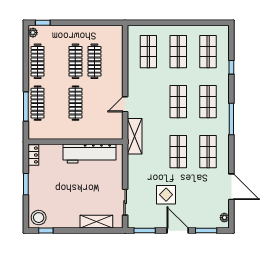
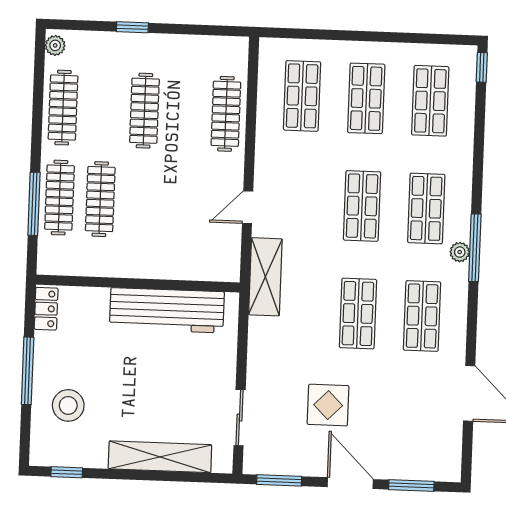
window: (43, 23) -> (132, 27), moved
clothes rail: (94, 61) -> (226, 114), moved
window: (231, 67) -> (482, 67), moved
clothes rail: (75, 103) -> (100, 199), moved
window: (26, 184) -> (28, 371), width x1.44
stool: (39, 218) -> (68, 405), moved
plant: (224, 218) -> (460, 252), moved
shelving: (96, 222) -> (160, 457), width x1.47

